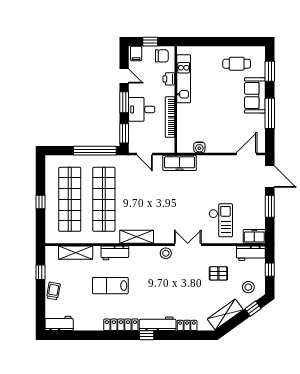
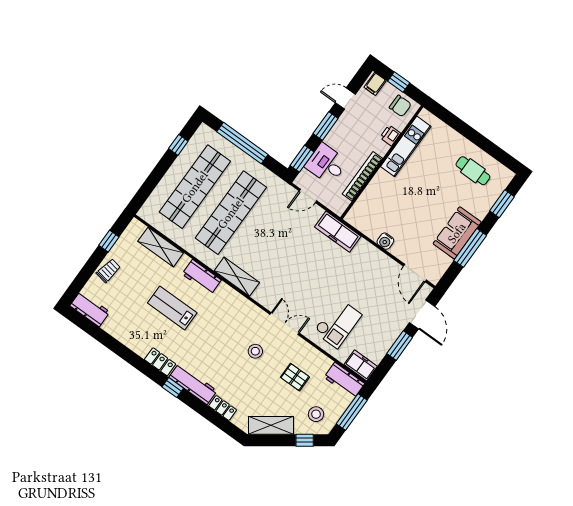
door: (124, 76) -> (345, 99), swing flipped
sofa: (255, 95) -> (457, 233), moved
desk: (142, 109) -> (326, 164), moved
water cooler: (199, 147) -> (385, 241), moved
window: (95, 151) -> (242, 143), moved
door: (145, 154) -> (308, 196), hinge flipped
door: (246, 154) -> (415, 273), swing flipped
window: (40, 202) -> (178, 145), moved
stool: (166, 253) -> (255, 351), moved
window: (270, 270) -> (352, 412), width x2.17
locker: (121, 325) -> (160, 362), width x0.66

